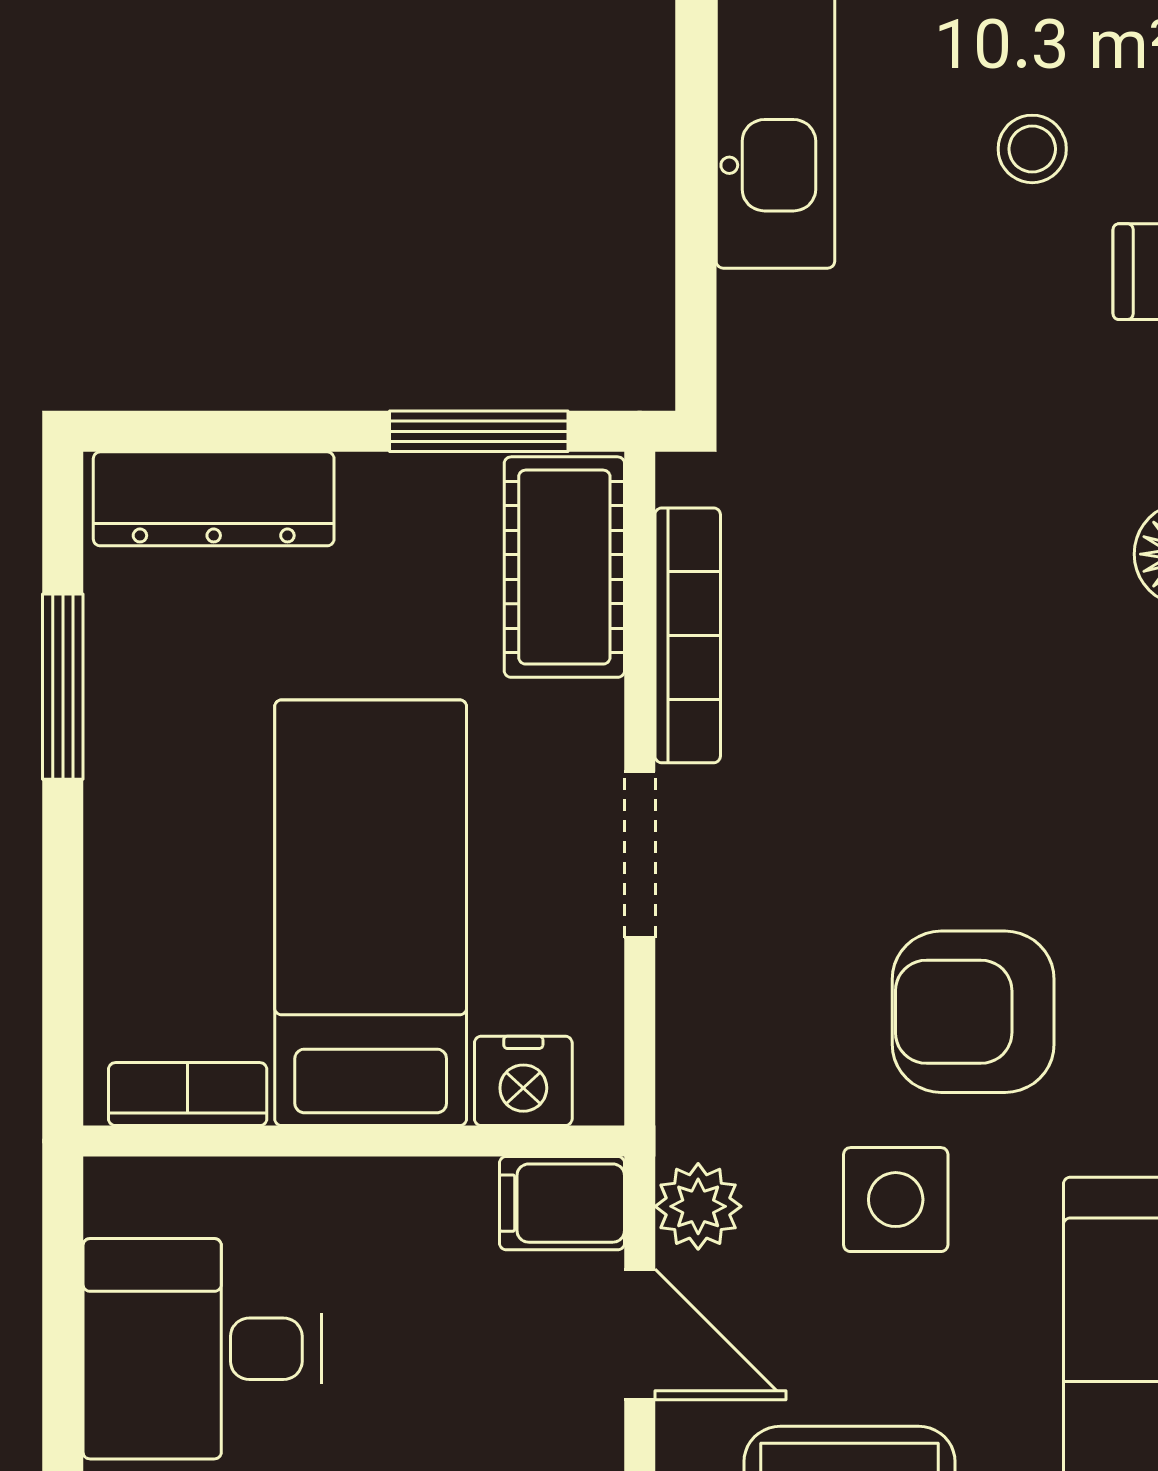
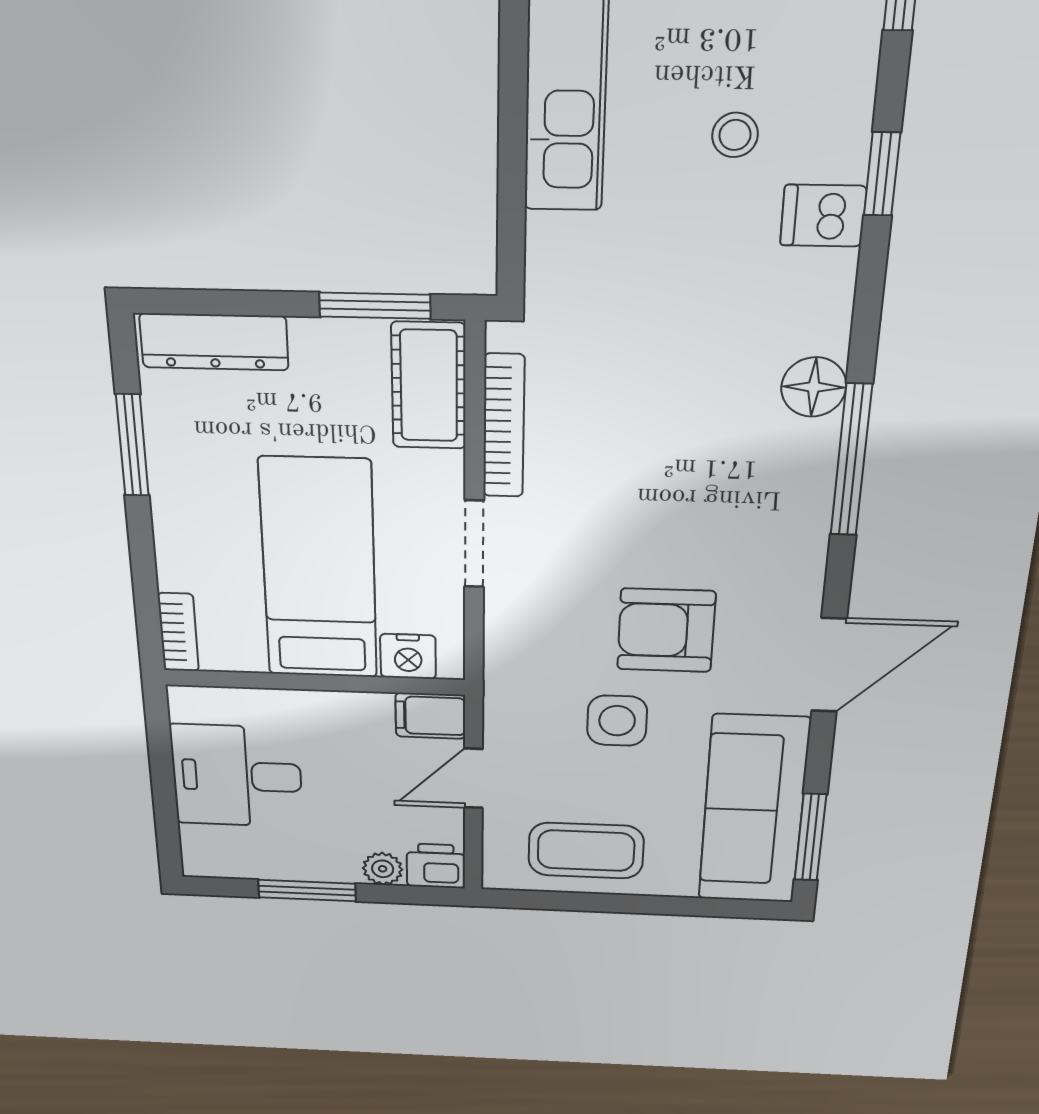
bookcase: (188, 1094) -> (178, 632), moved, turned 90
plant: (698, 1206) -> (506, 720), removed
door: (640, 1334) -> (473, 778), swing flipped

